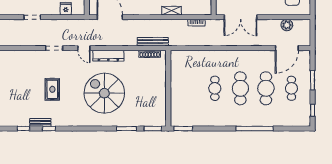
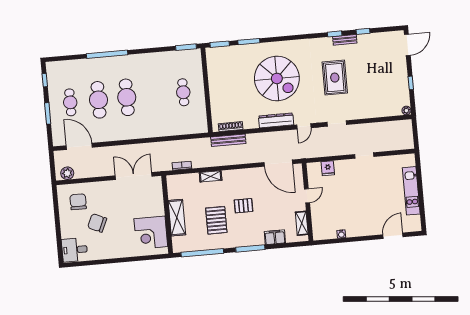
plant: (287, 25) -> (67, 173), moved
door: (84, 48) -> (304, 126), swing flipped
door: (287, 48) -> (79, 146), hinge flipped
cafe table: (215, 88) -> (183, 92), moved
rug: (52, 89) -> (335, 78), width x1.36, depth x1.43

